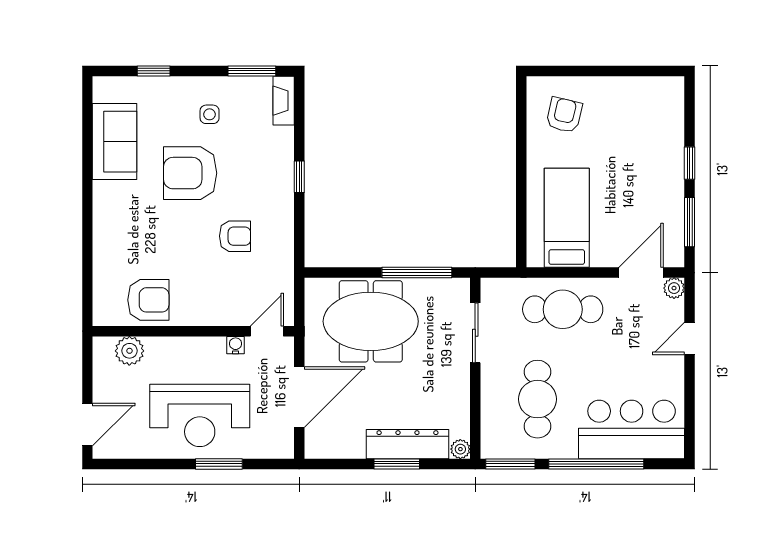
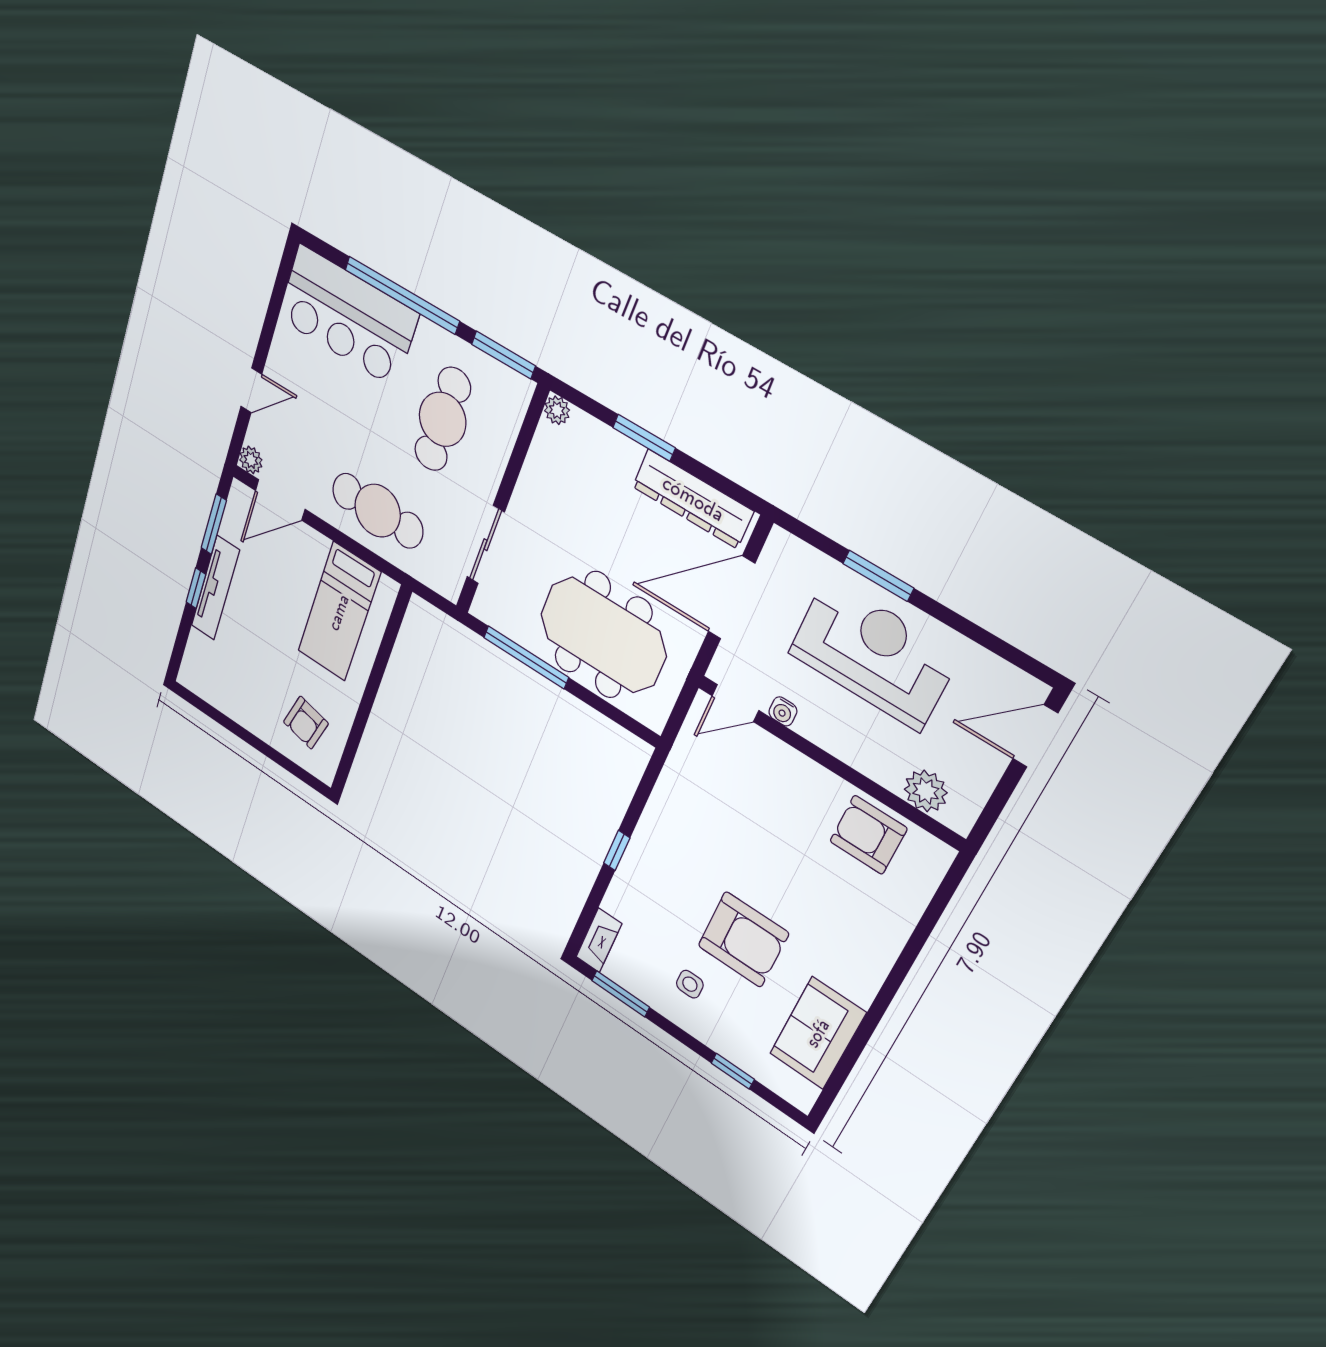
tv unit: (673, 173) -> (215, 588), added
armchair: (235, 236) -> (723, 836), removed
dresser: (407, 444) -> (693, 499), moved

